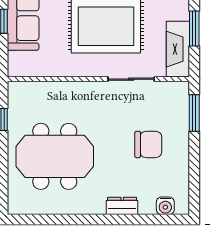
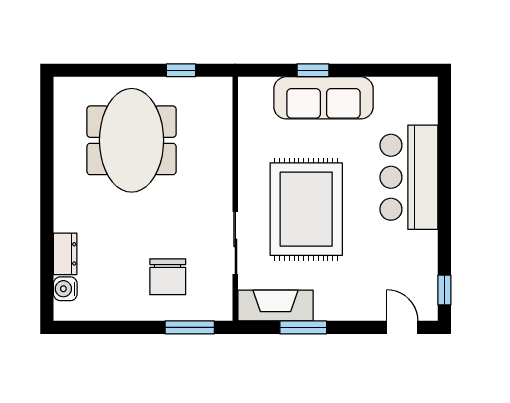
chair: (148, 144) -> (168, 277), moved
dresser: (122, 206) -> (65, 254), moved

